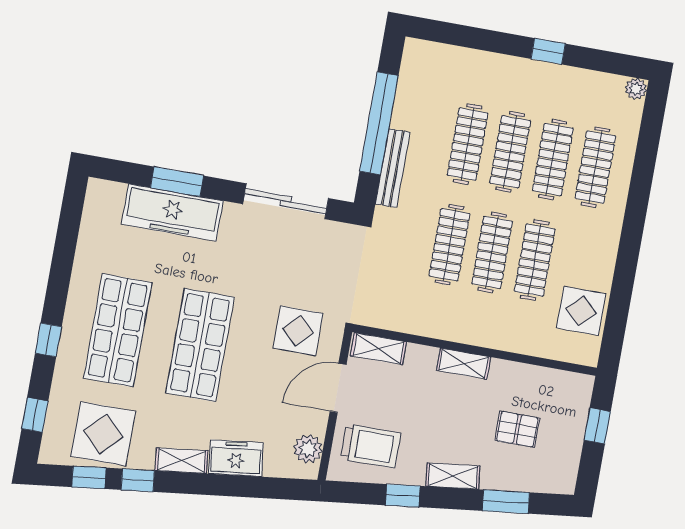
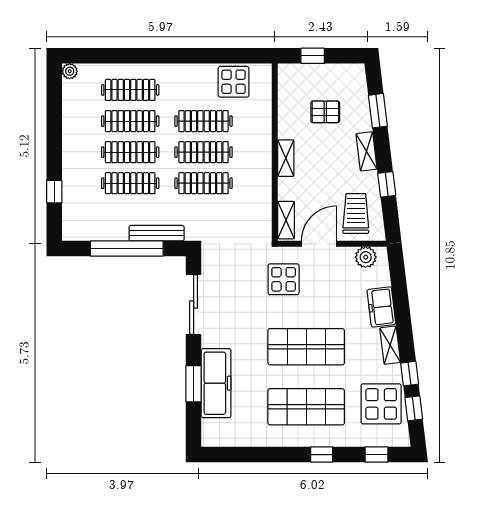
window: (548, 51) -> (54, 192), moved
door: (338, 388) -> (319, 244), swing flipped
pallet: (517, 429) -> (325, 112), turned 90

